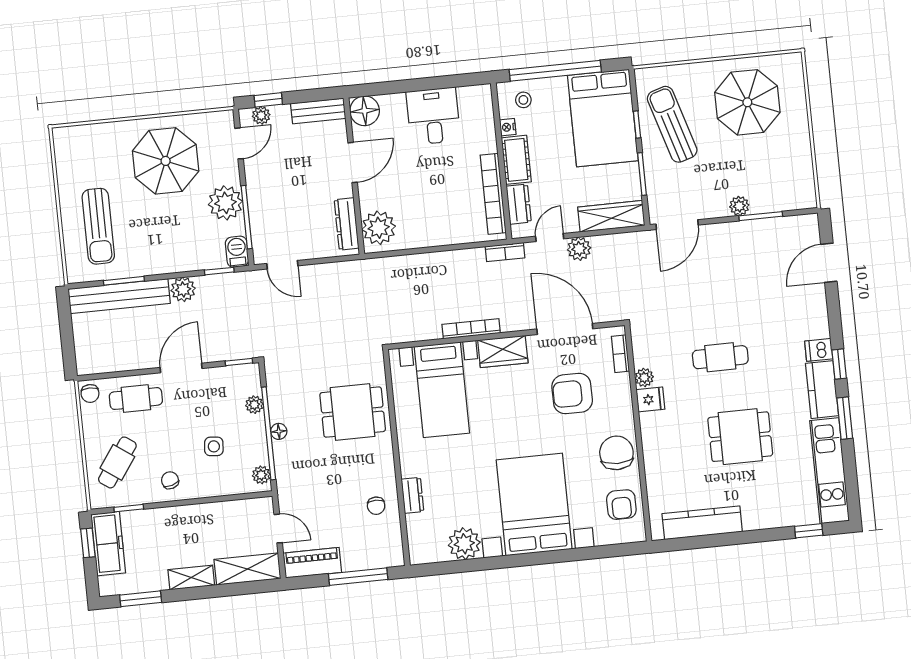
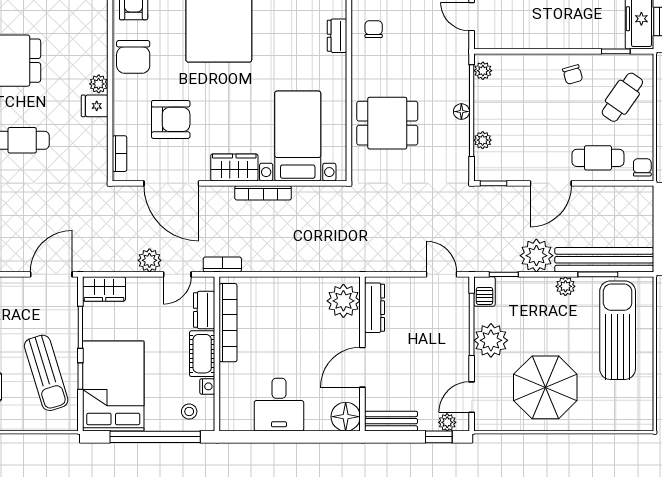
wardrobe: (611, 216) -> (104, 289), width x0.67
sun lounger: (98, 226) -> (618, 330), width x1.36, depth x1.34
plant: (156, 265) -> (565, 286), added
plant: (183, 289) -> (536, 256), width x1.36, depth x1.36
plant: (644, 377) -> (99, 84), moved
side table: (214, 446) -> (526, 103), removed

